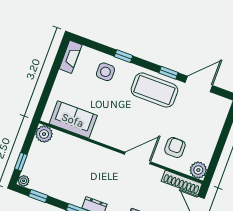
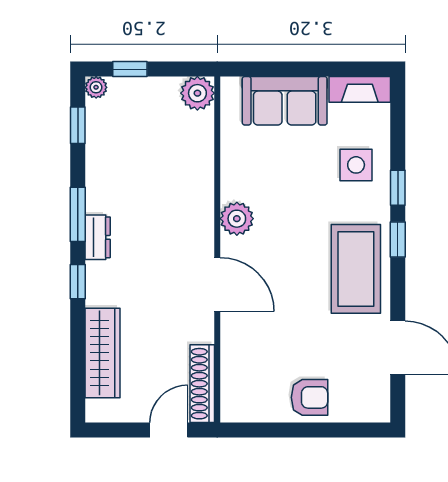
window: (168, 73) -> (398, 240), moved
sofa: (73, 120) -> (285, 101), moved, turned 90
armchair: (175, 147) -> (309, 397), moved
plant: (198, 170) -> (237, 219), moved

